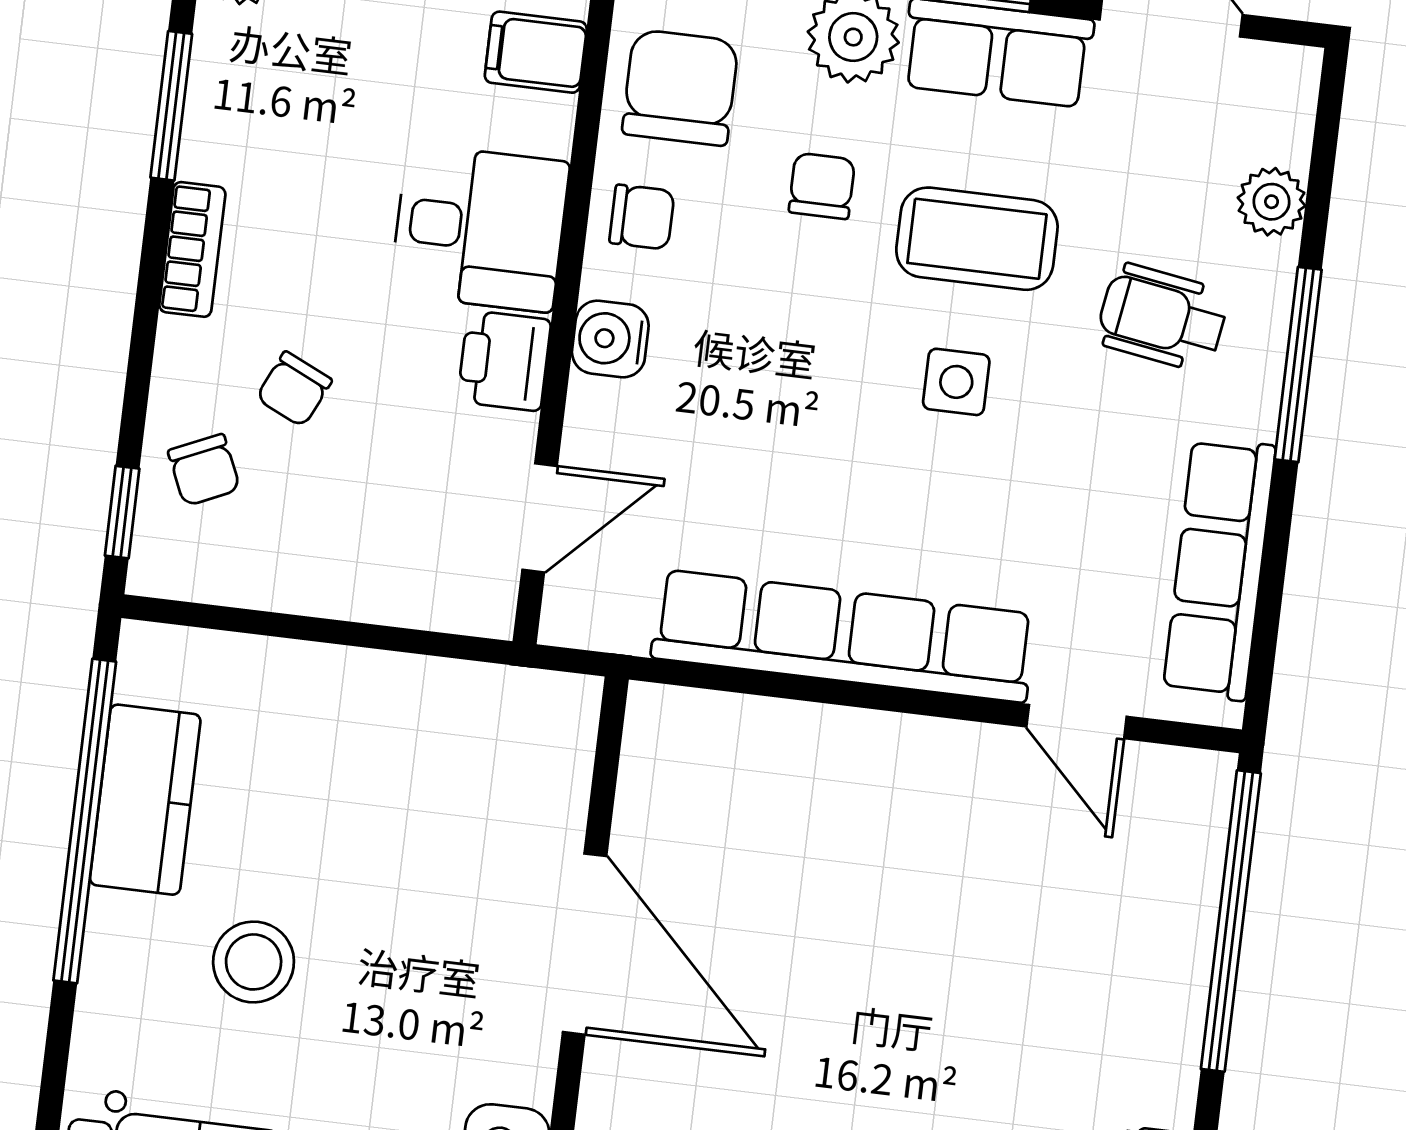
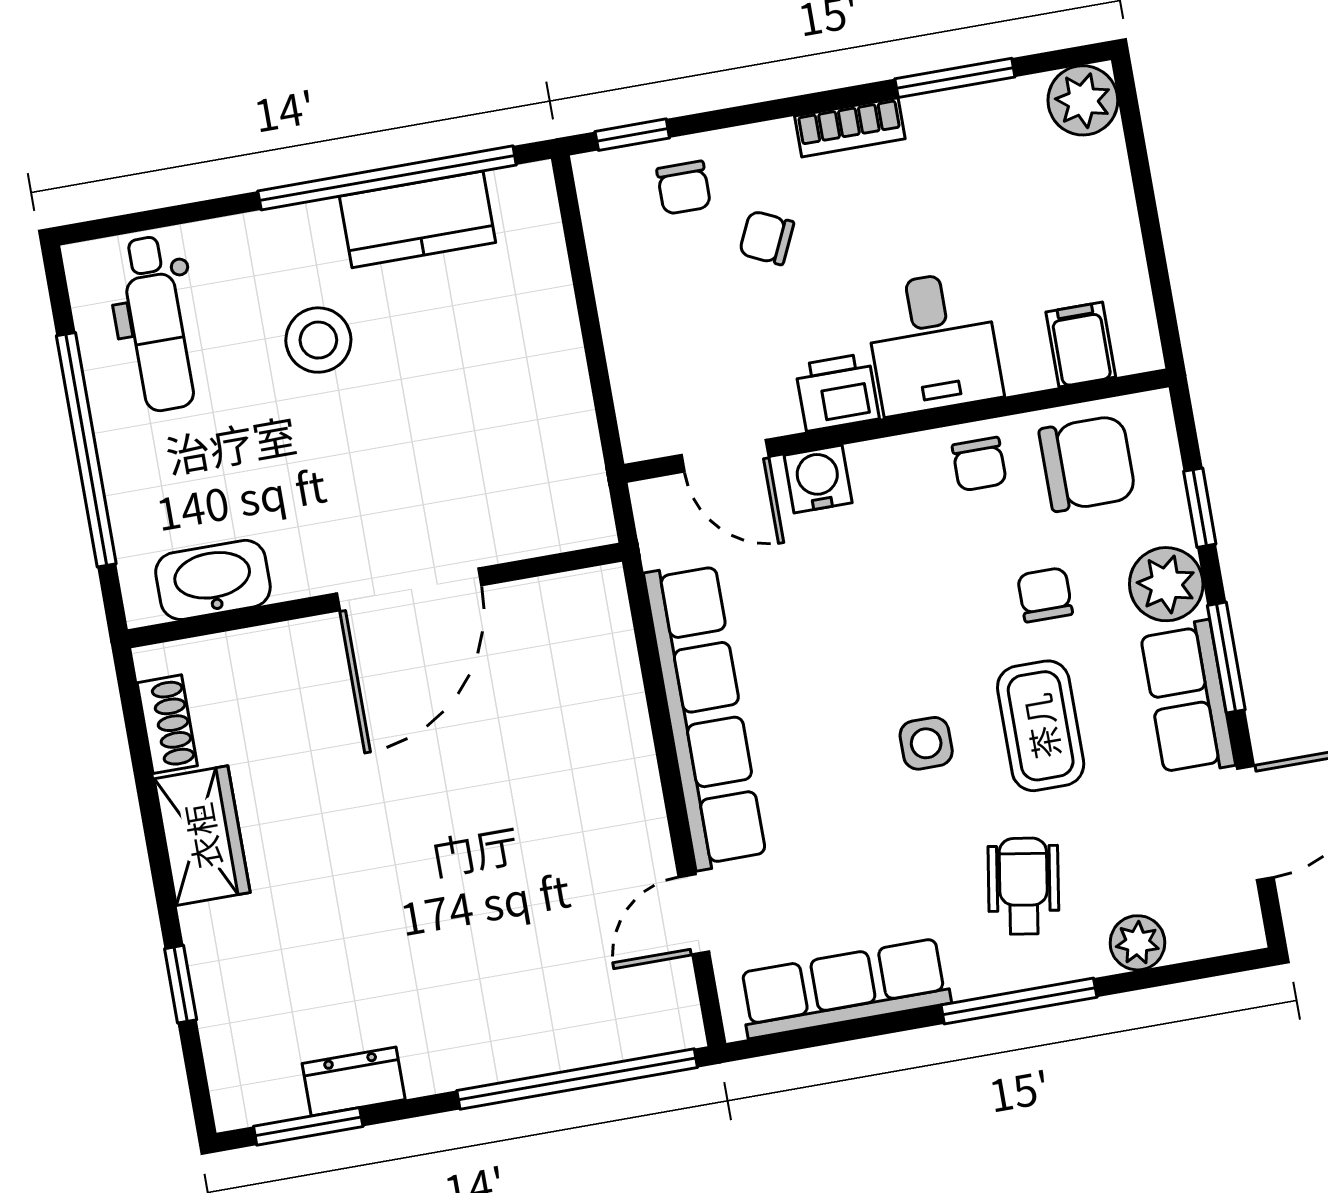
chair: (822, 186) -> (1045, 595), turned -90
water cooler: (610, 339) -> (818, 479), moved
chair: (204, 470) -> (684, 188), turned -66

